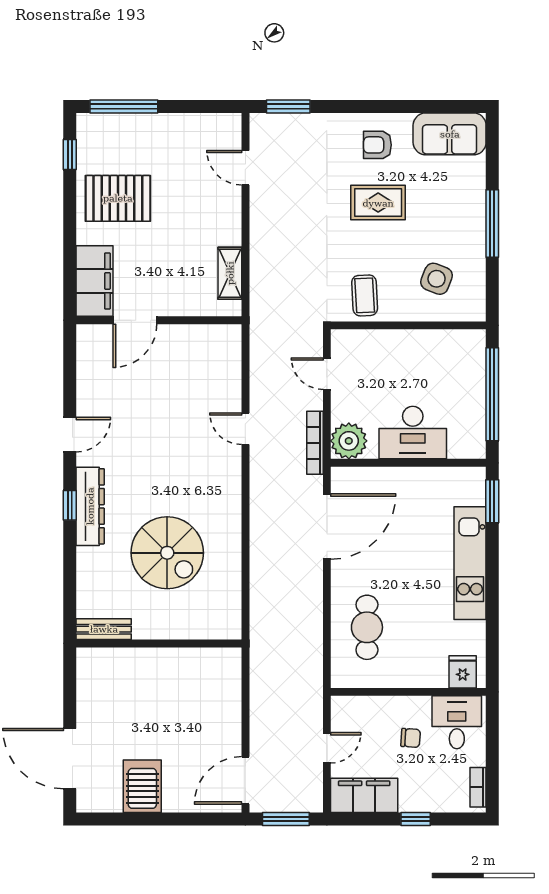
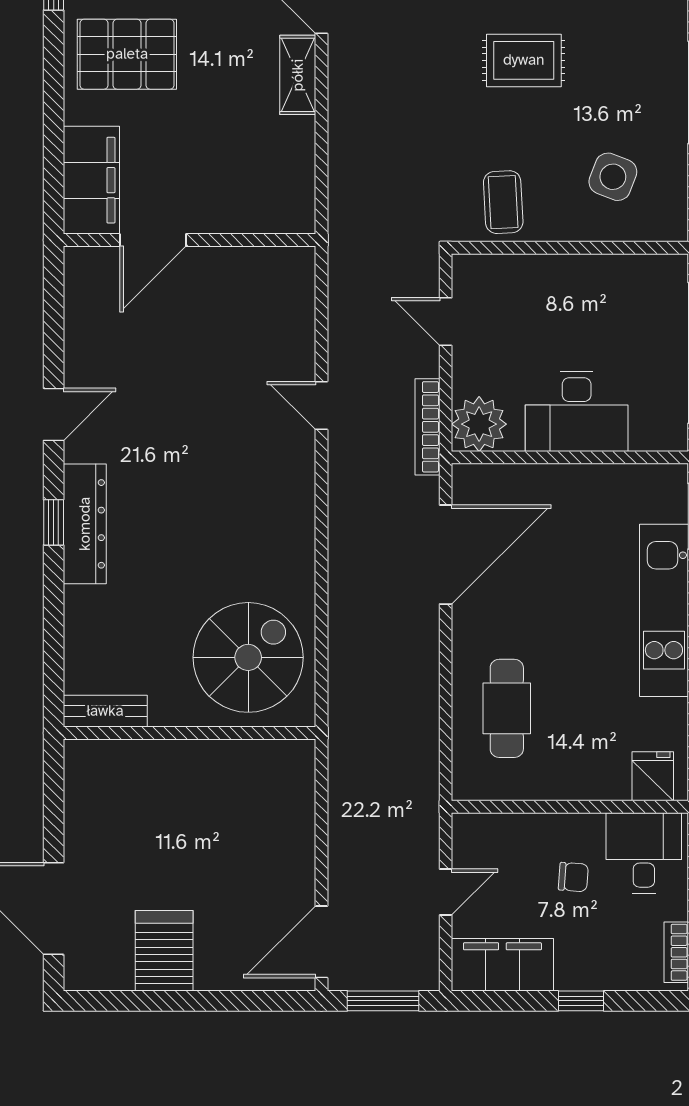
shelving: (230, 273) -> (298, 75), moved
spiral stairs: (167, 553) -> (248, 657), moved, turned -90

